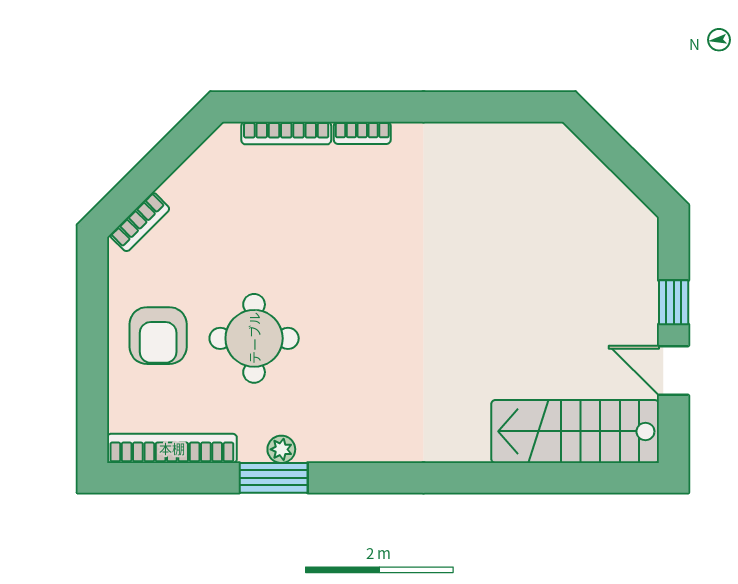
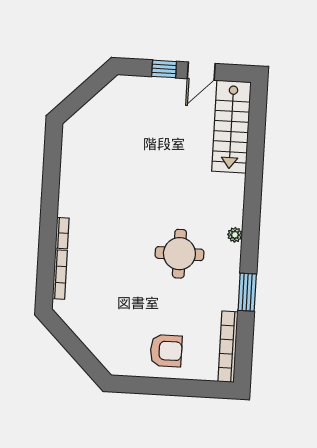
bookcase: (140, 222) -> (104, 357), removed
round table: (254, 338) -> (179, 254), moved
plant: (281, 449) -> (235, 235), moved

